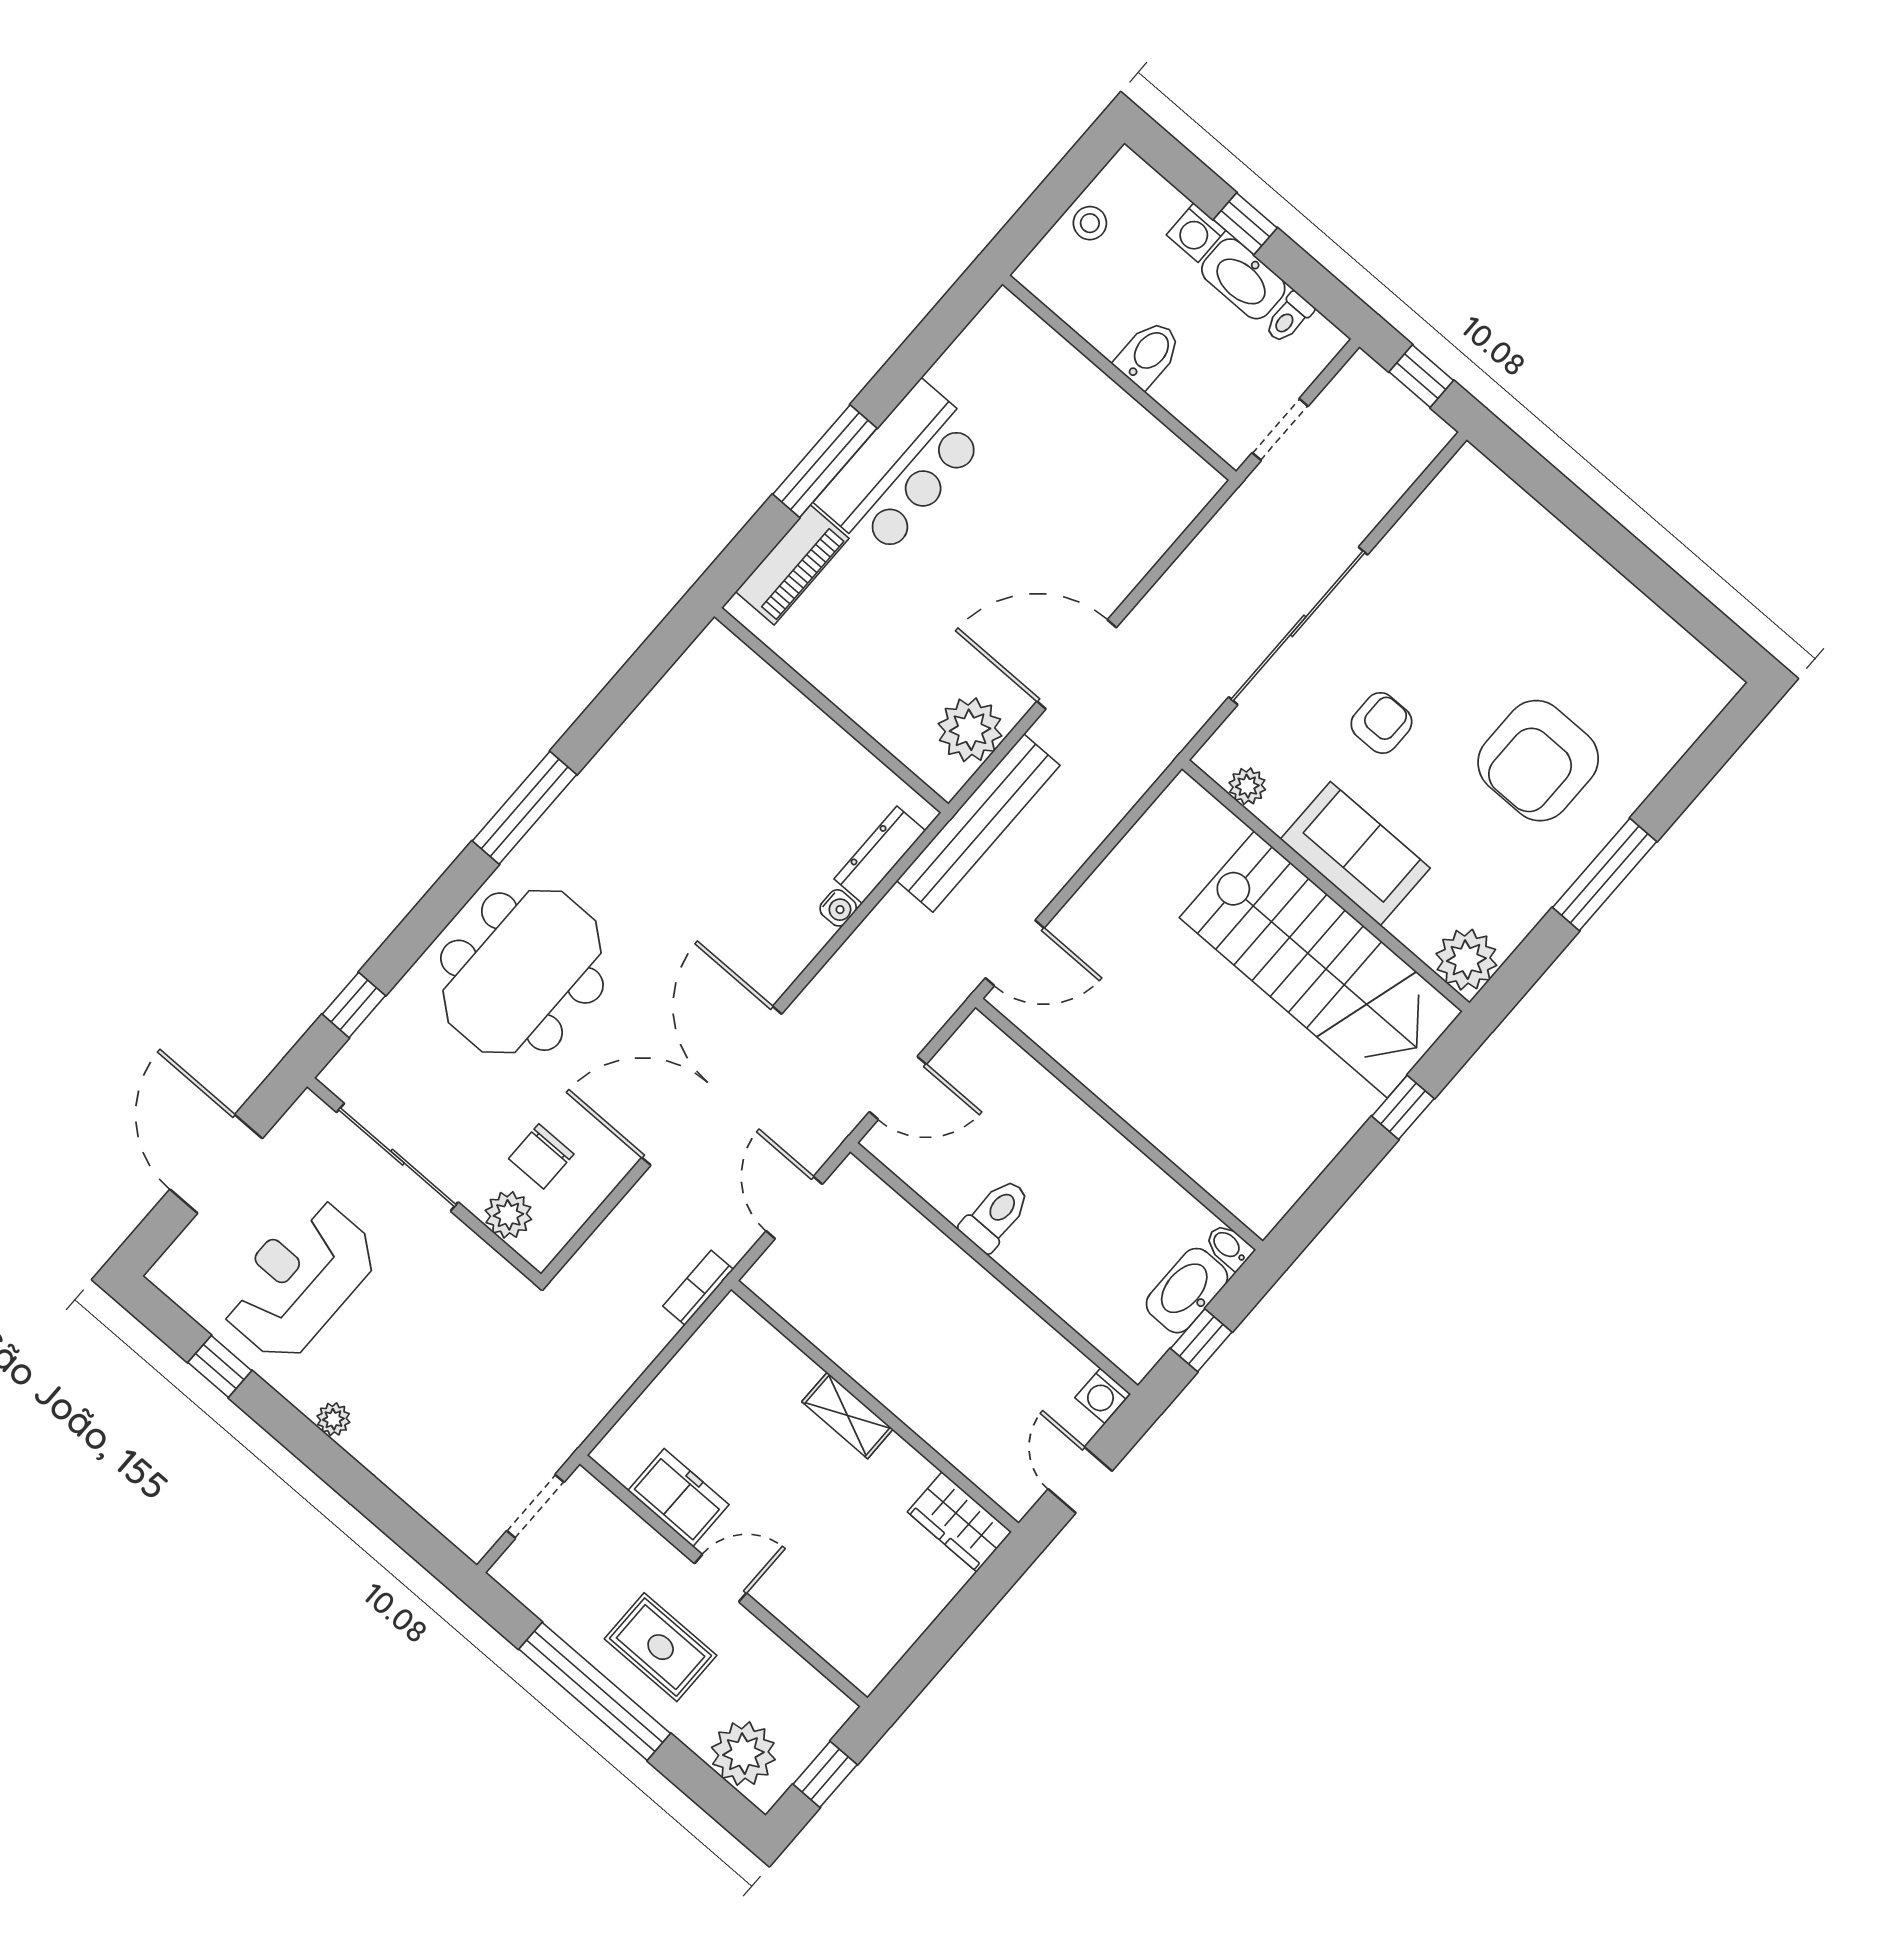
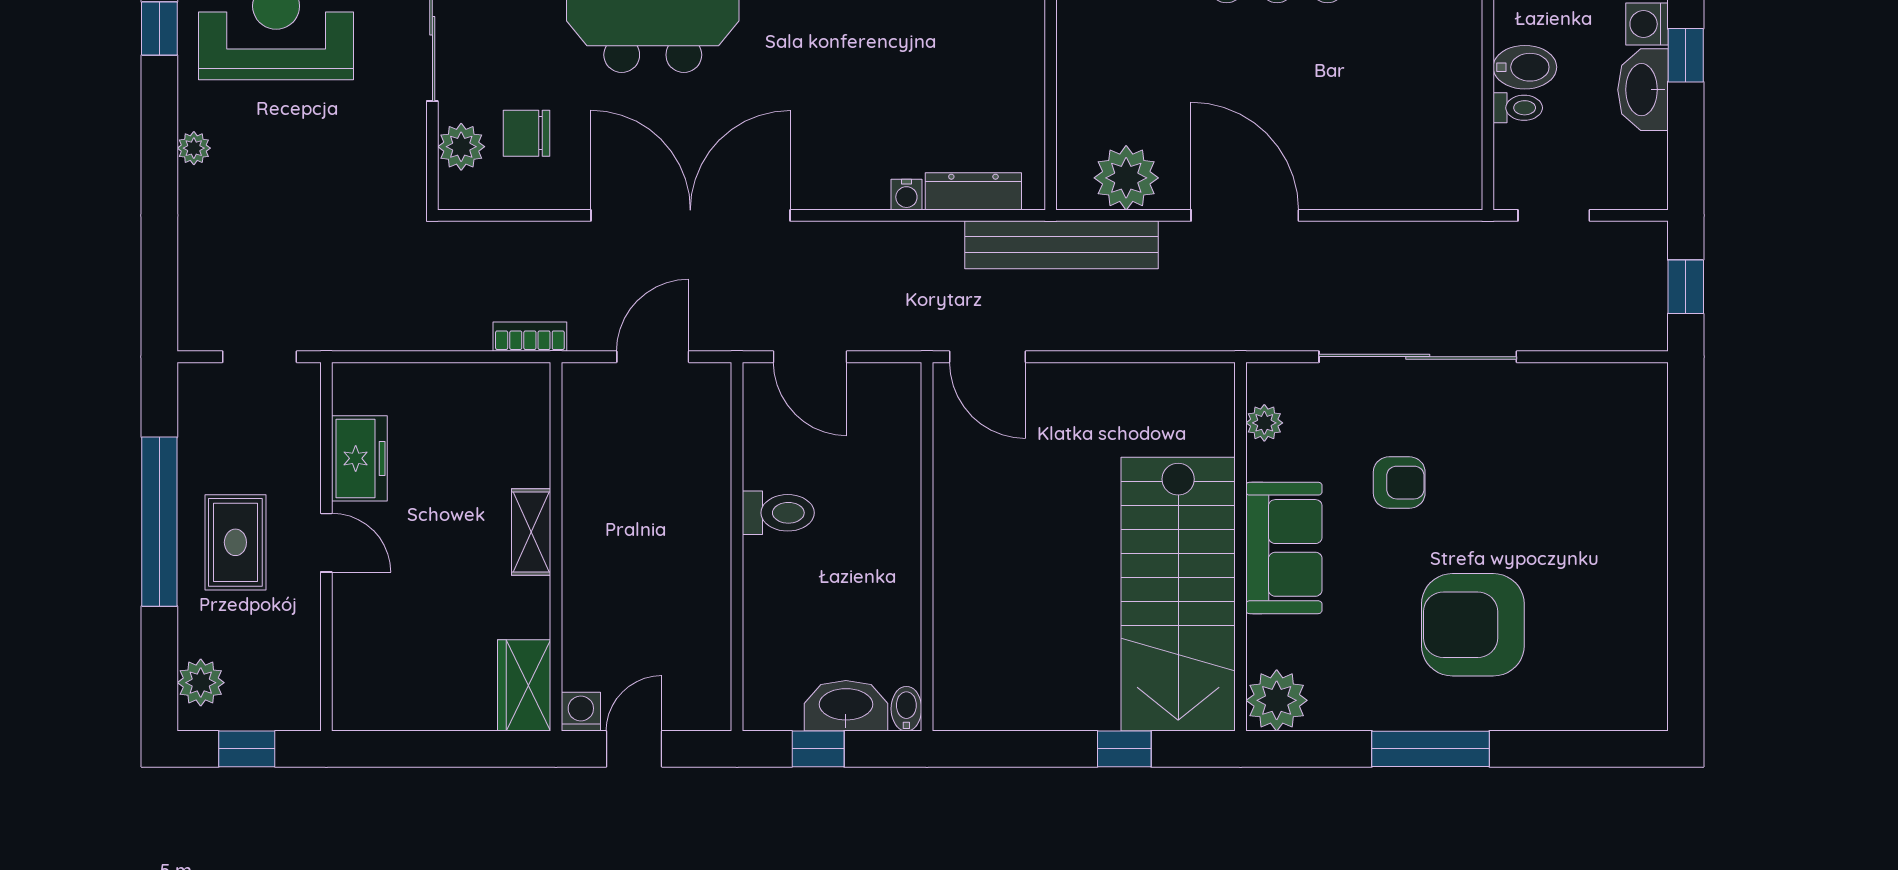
toilet: (1289, 318) -> (1518, 108), moved, turned 180
washing machine: (1103, 1396) -> (581, 712), moved, turned 90
plant: (743, 1754) -> (201, 683), width x0.73, depth x0.73

